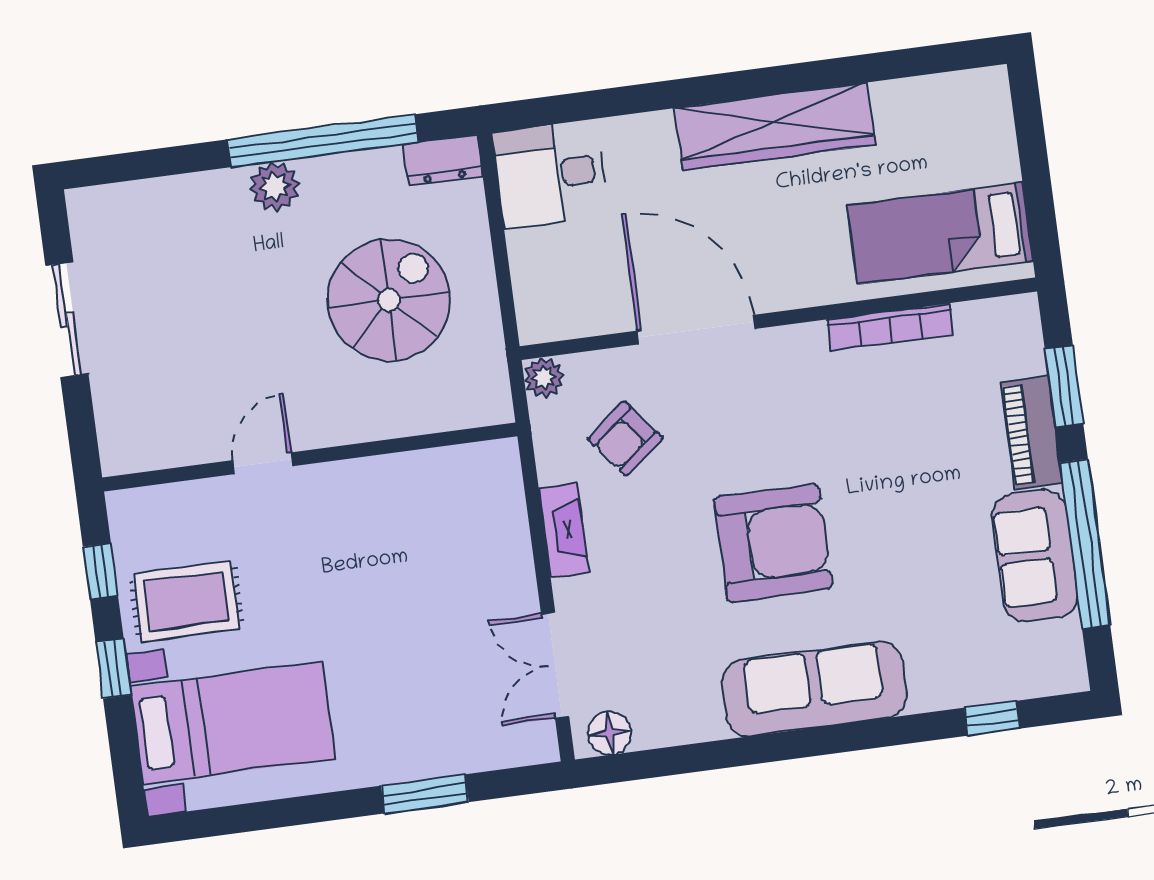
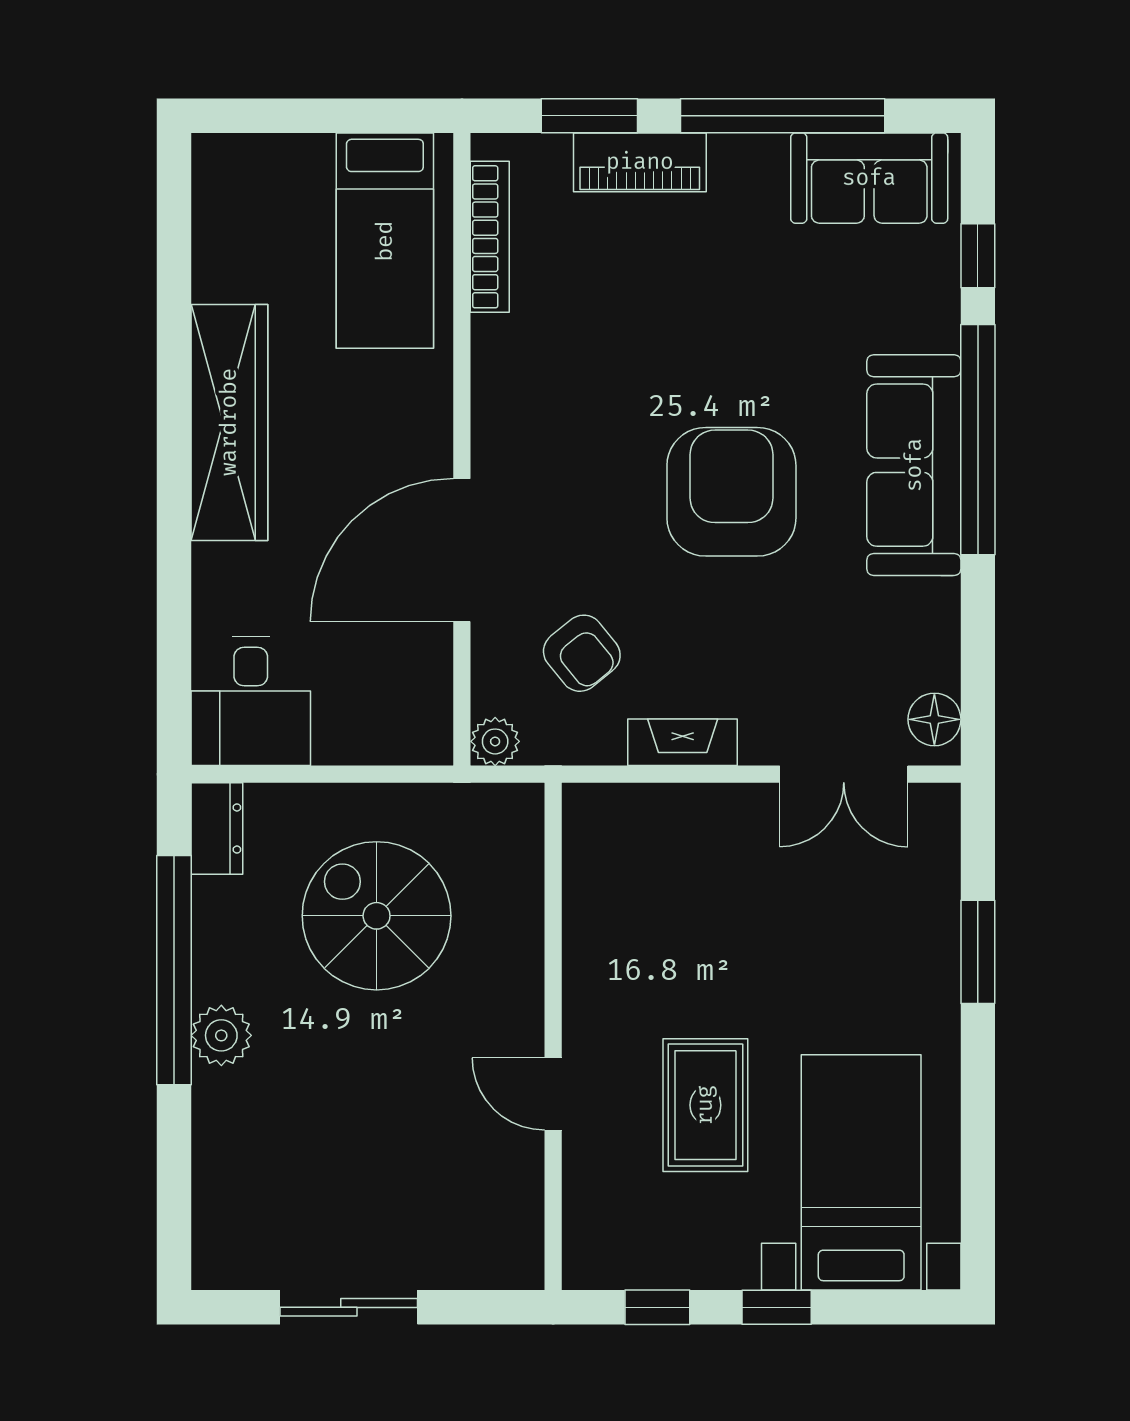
bookcase: (890, 327) -> (490, 237), moved
sofa: (1035, 556) -> (869, 178), moved
rug: (186, 601) -> (705, 1105), moved
window: (842, 738) -> (978, 440), added

